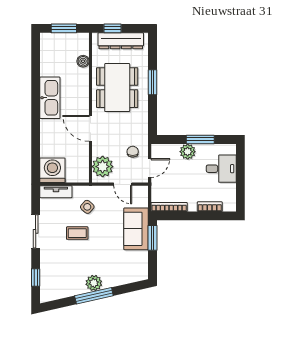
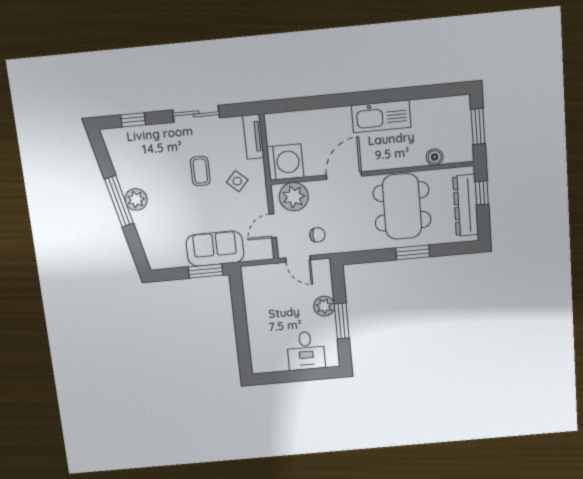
dining table: (117, 88) -> (402, 206), turned 90
washing machine: (52, 170) -> (285, 162), moved
bookcase: (169, 207) -> (249, 289), removed
bookcase: (210, 207) -> (255, 341), removed

